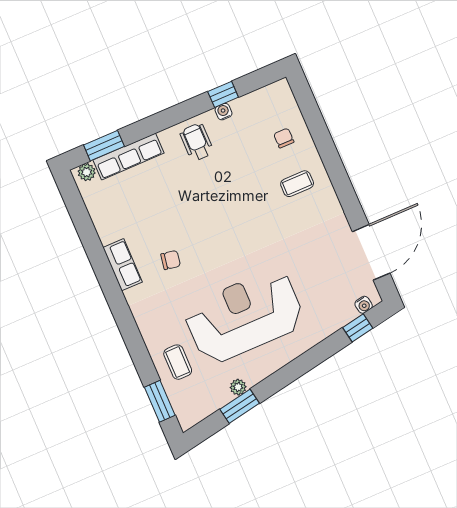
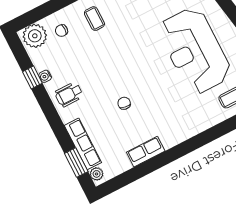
plant: (279, 101) -> (35, 36), added
chair: (171, 260) -> (124, 103), moved
row of seats: (123, 265) -> (146, 152), moved

